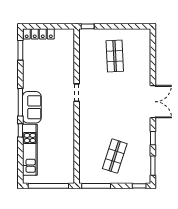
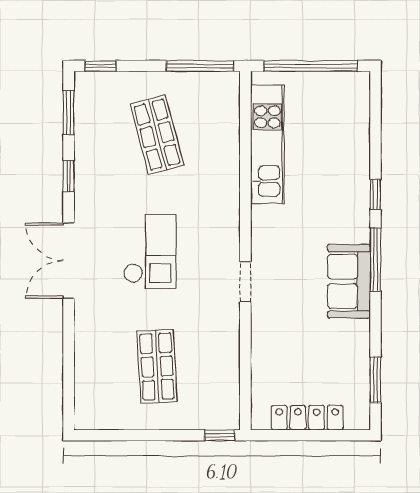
locker: (39, 34) -> (307, 418), moved
checkout: (118, 106) -> (150, 252), added
sofa: (32, 107) -> (349, 281), moved
kitchen unit: (30, 150) -> (267, 144), moved, turned 180
shop shelf: (115, 156) -> (157, 135), turned -33

